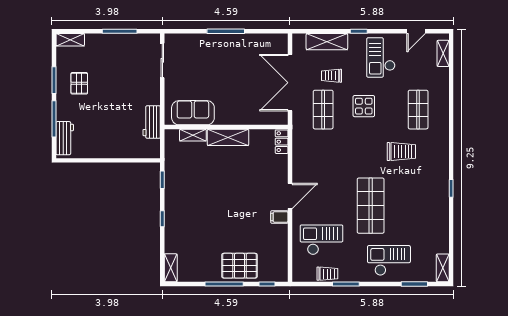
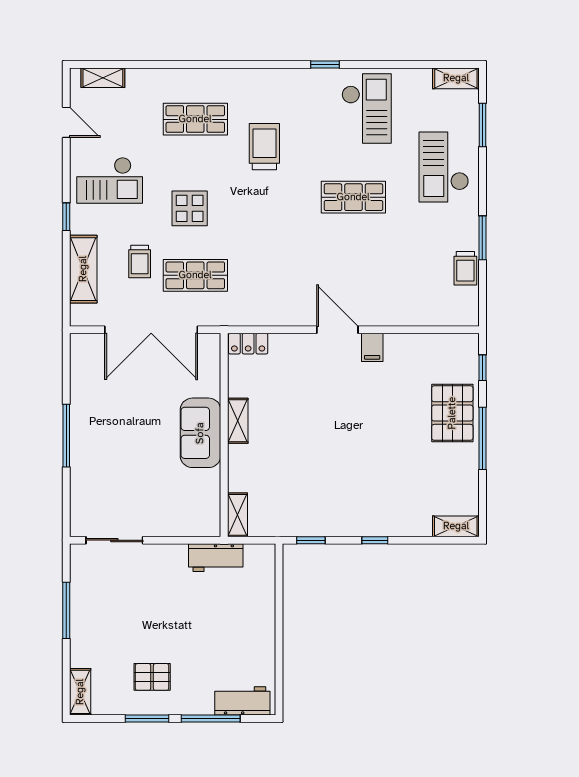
sofa: (193, 113) -> (200, 433), moved
shelving: (193, 135) -> (237, 515), moved
shelving: (228, 137) -> (238, 421), width x0.67, depth x0.75
shop shelf: (371, 206) -> (353, 197), width x0.70, depth x0.74
checkout: (321, 240) -> (366, 109), moved, turned 180
trolley: (327, 274) -> (465, 268), turned 180

